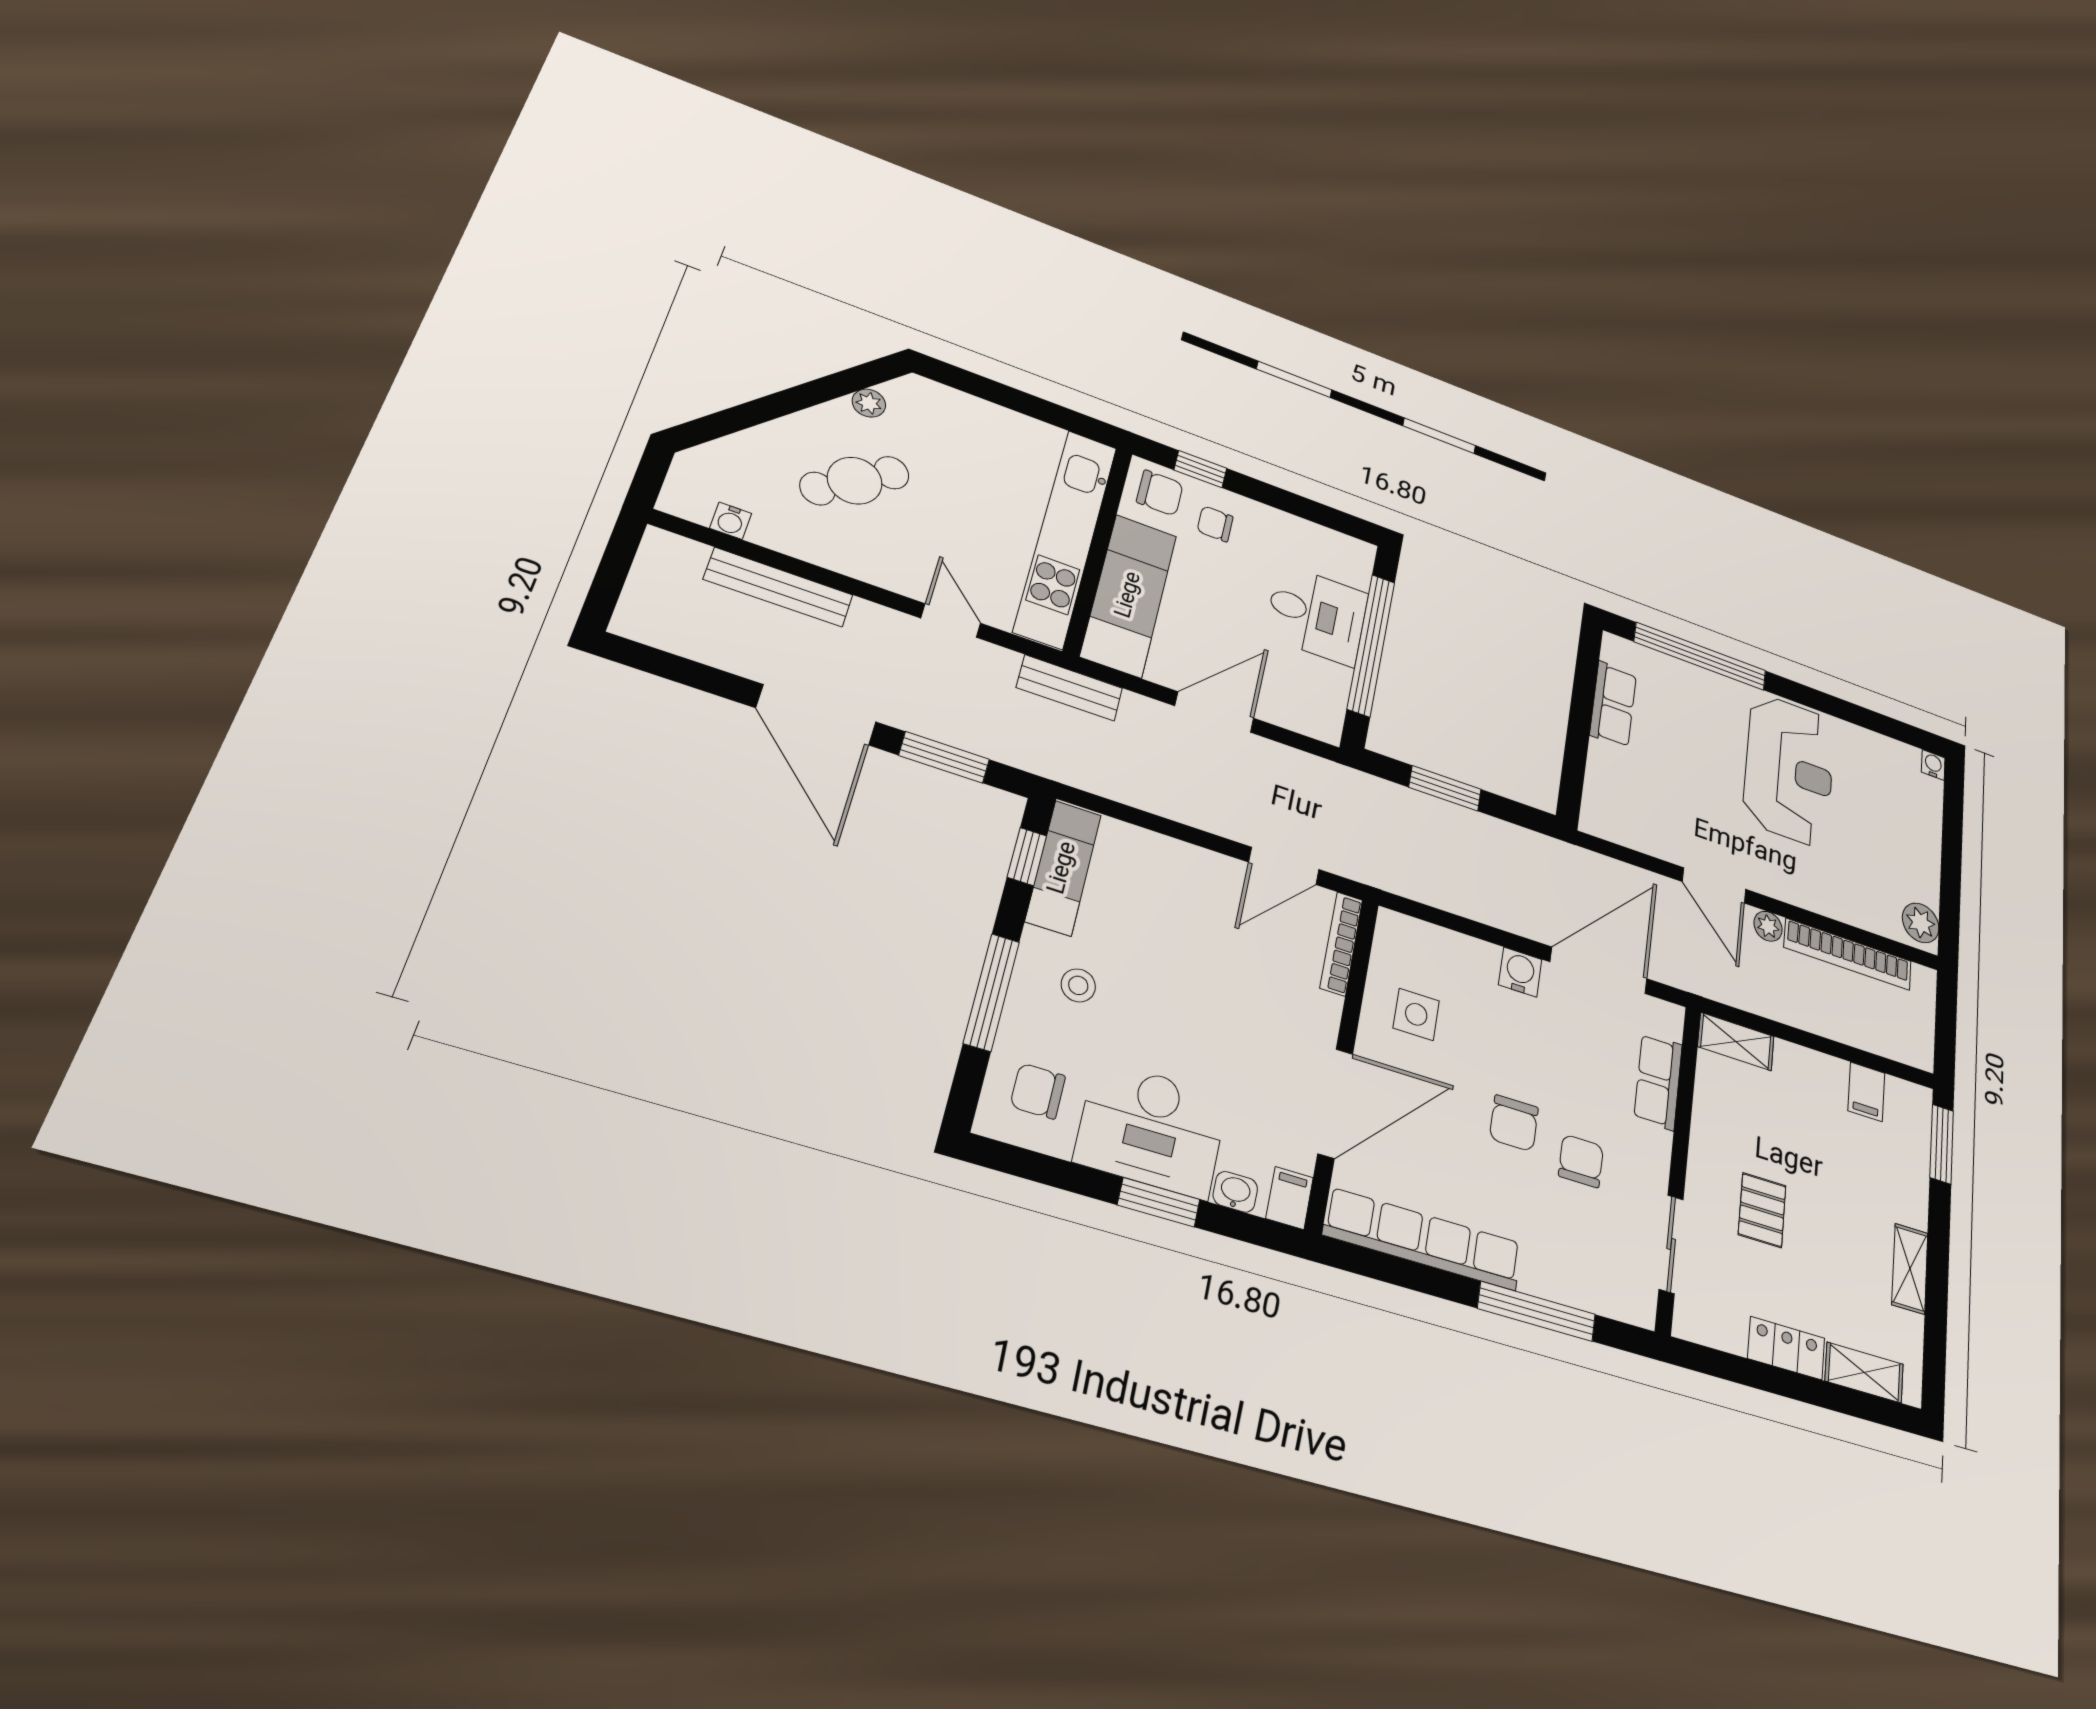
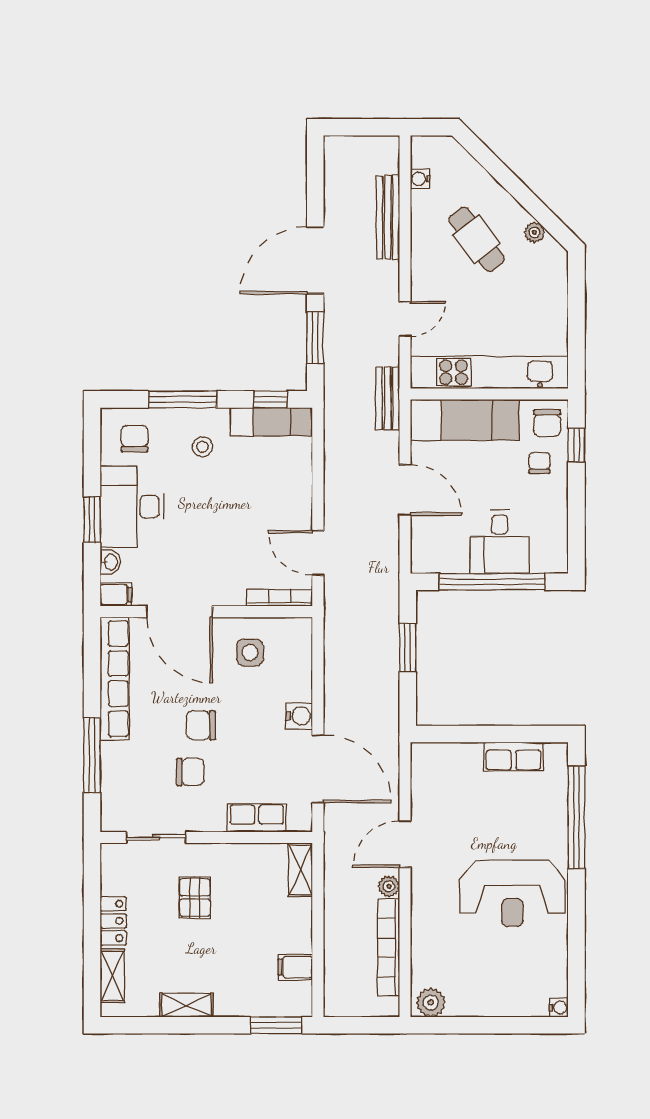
pallet: (1762, 1210) -> (195, 898), turned 90

